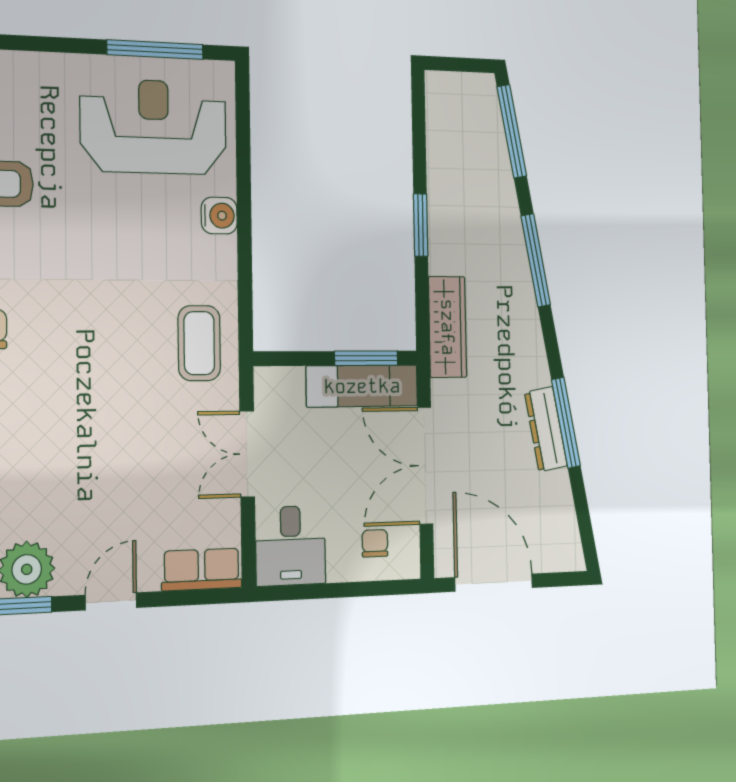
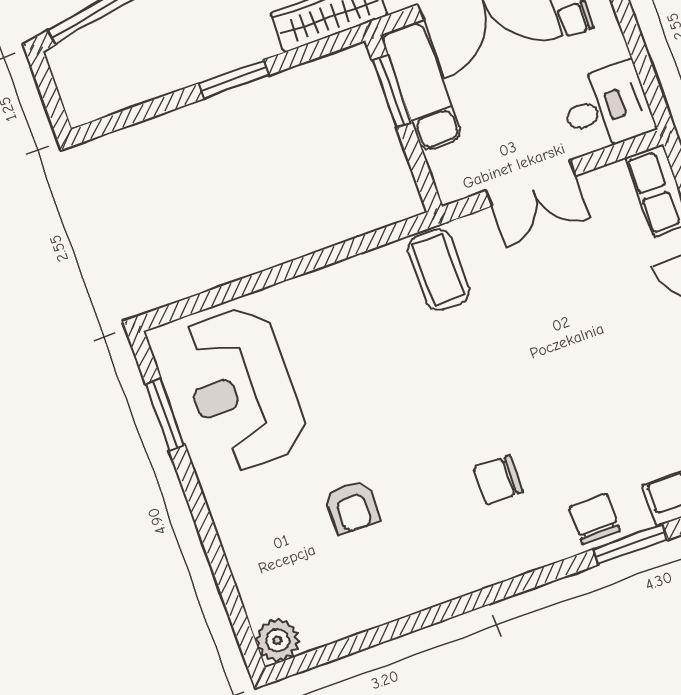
window: (155, 50) -> (165, 414), width x0.69
water cooler: (219, 216) -> (305, 293), removed
coffee table: (199, 343) -> (439, 270), turned 90

